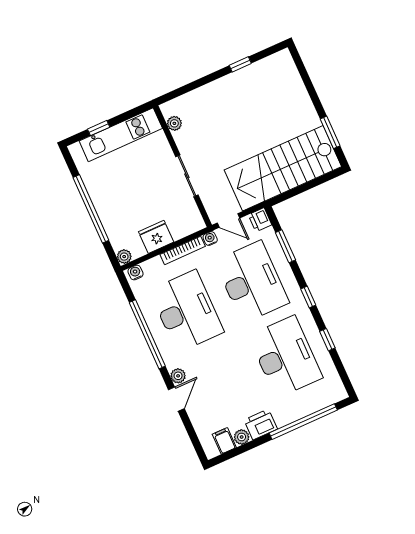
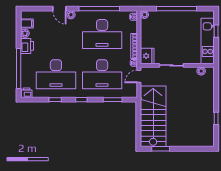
printer: (260, 220) -> (27, 93), moved
fridge: (156, 237) -> (147, 56), moved

